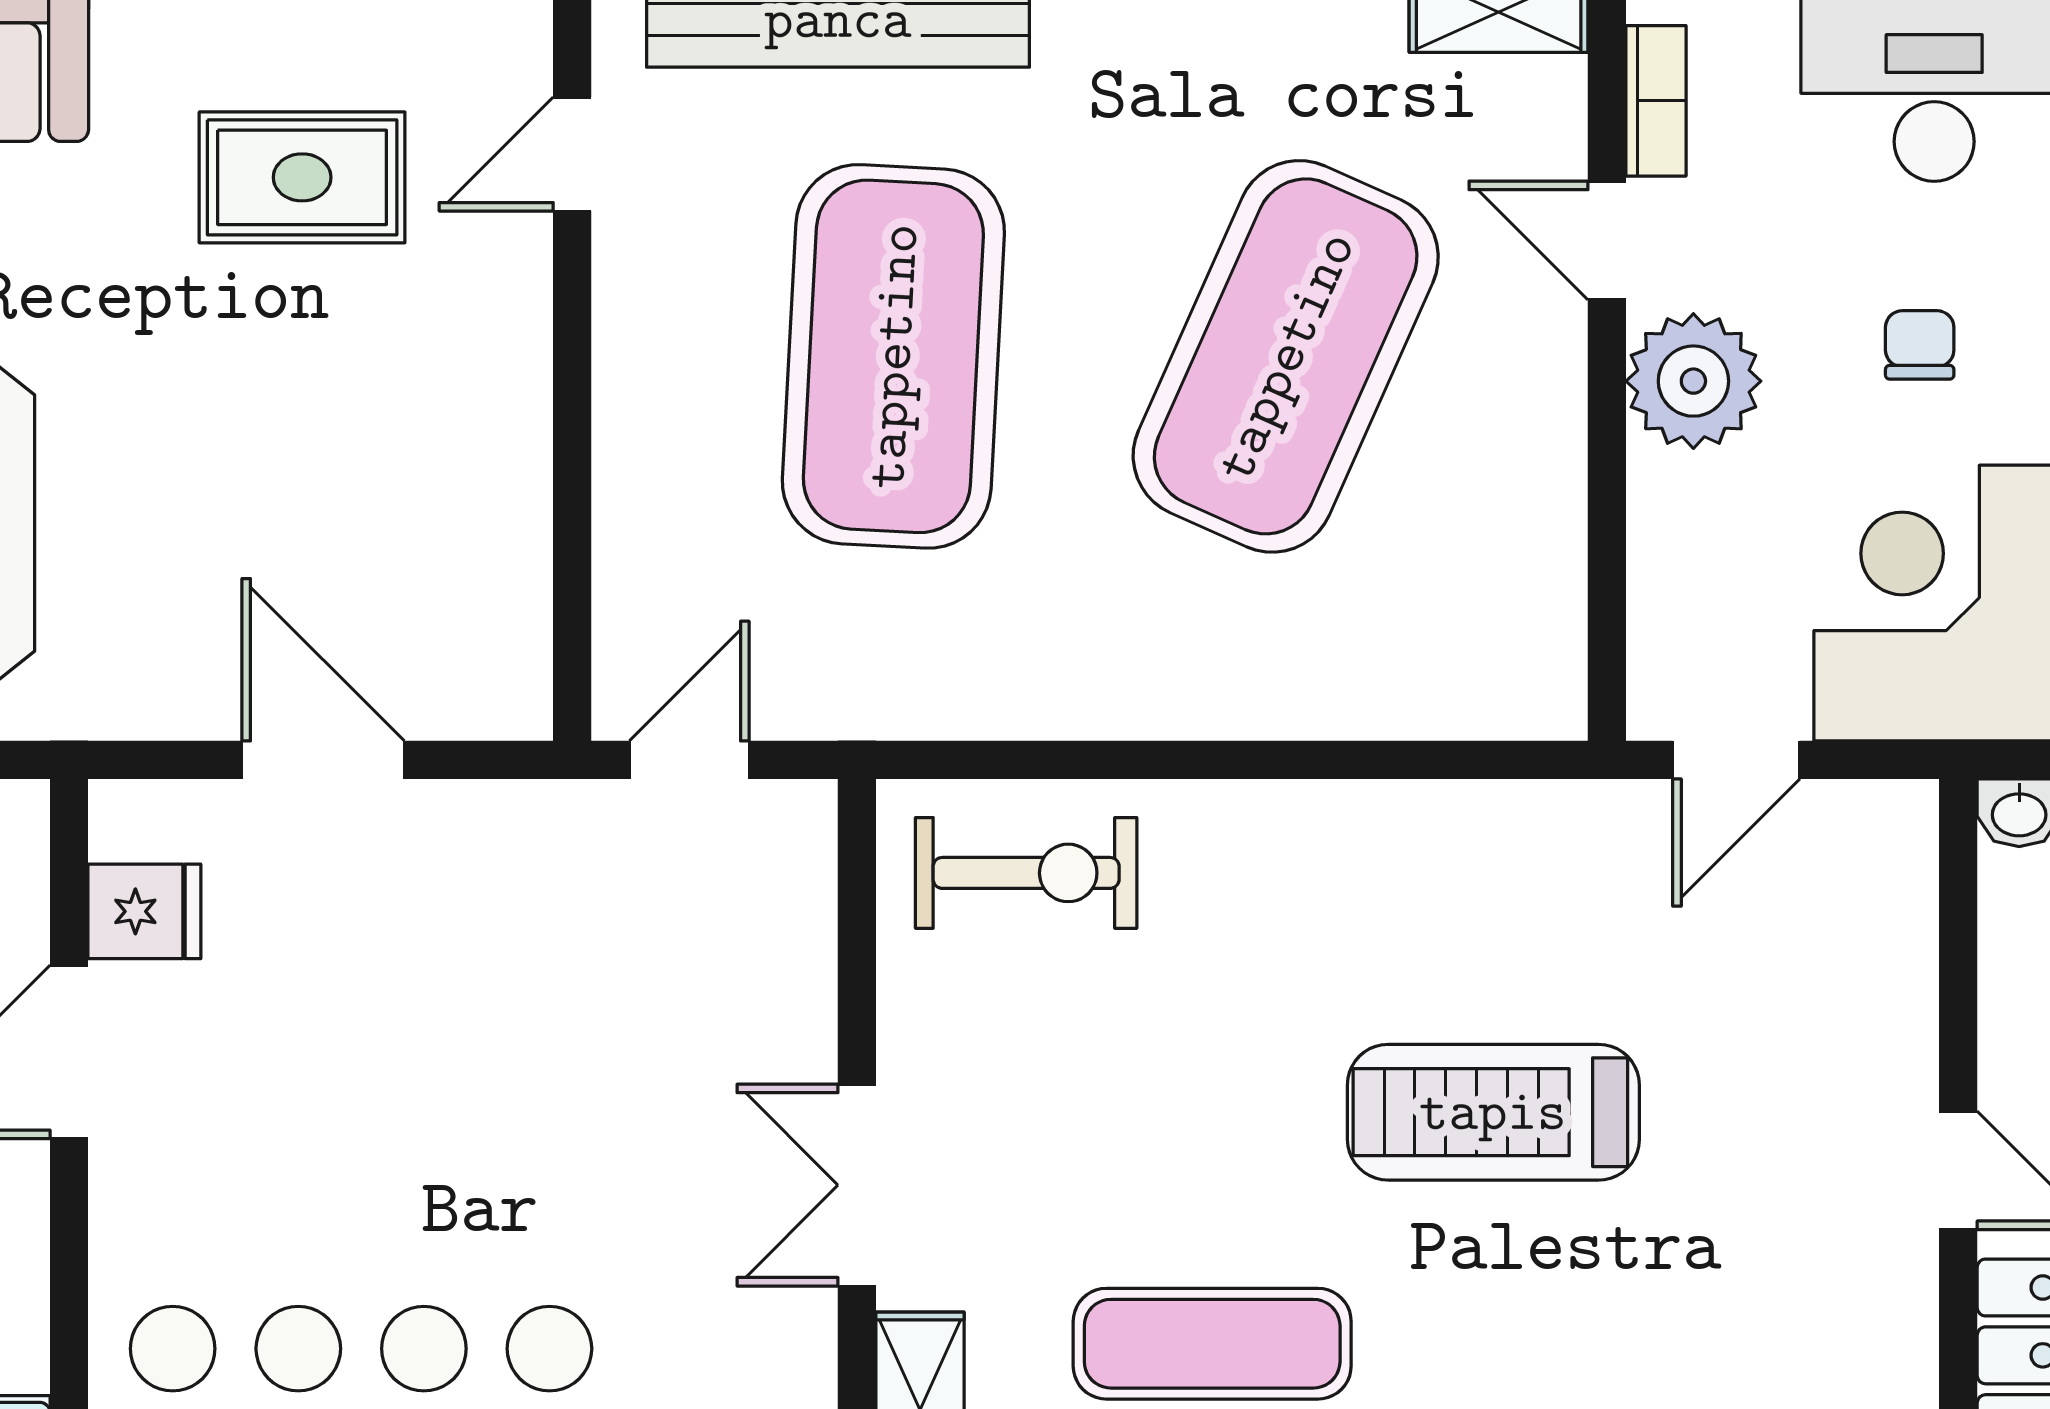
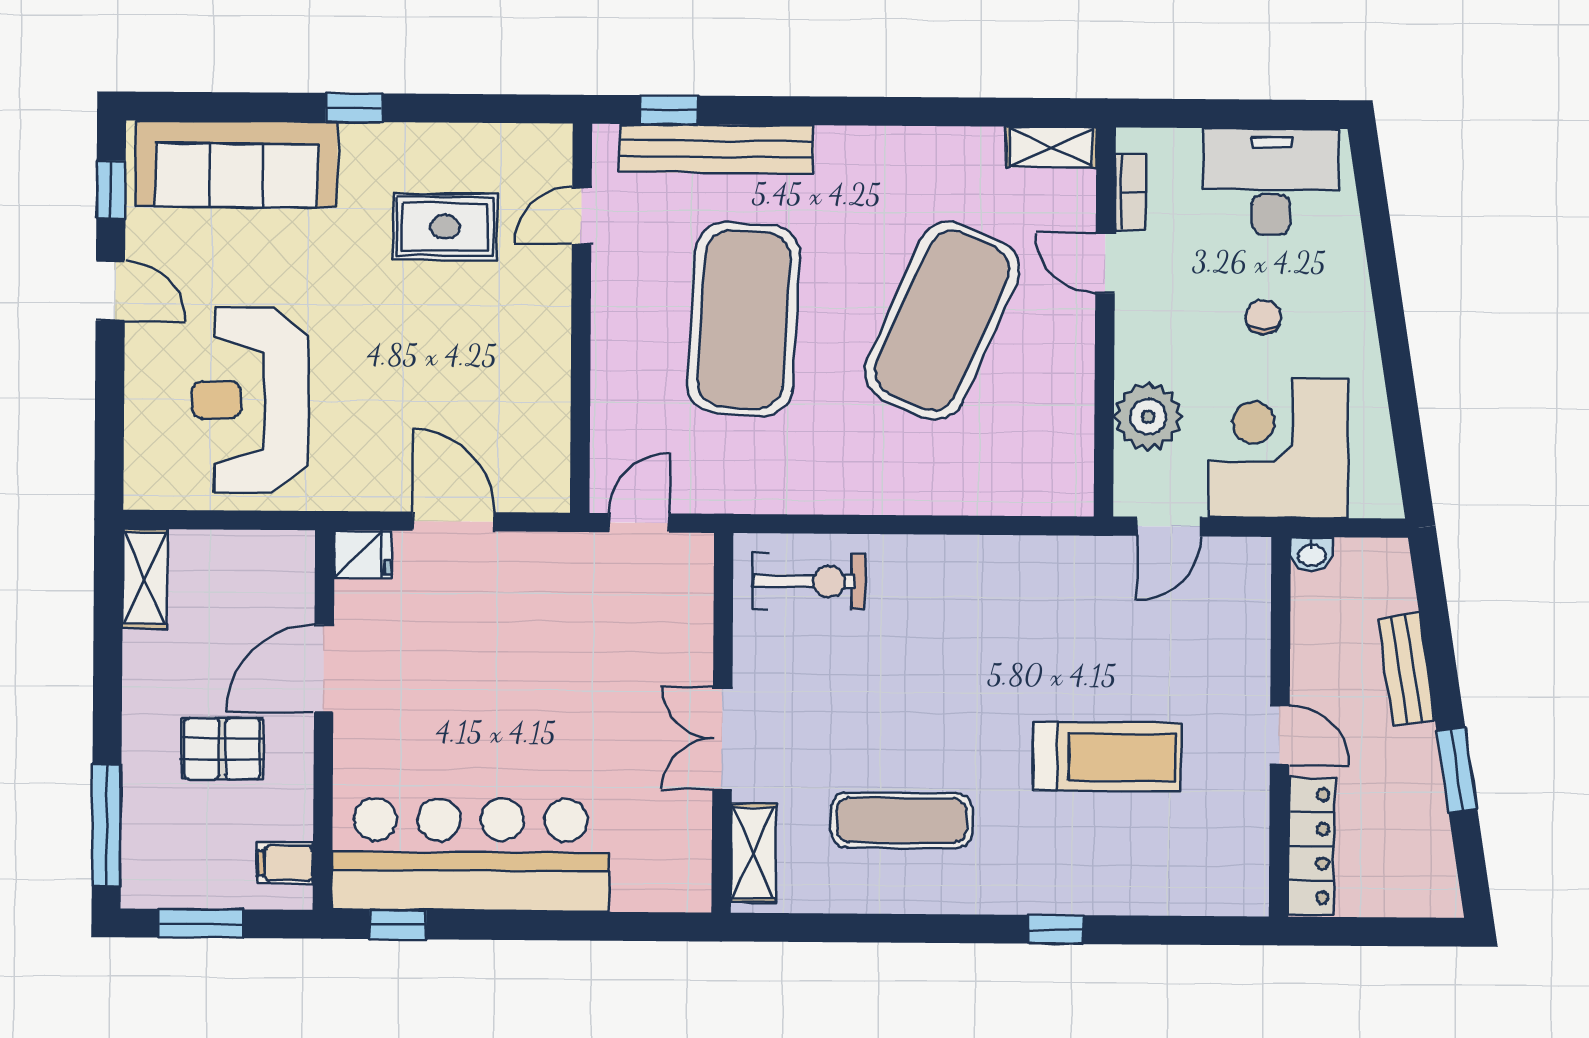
plant: (1693, 381) -> (1148, 417), moved
fridge: (144, 911) -> (363, 554), moved
treadmill: (1493, 1112) -> (1107, 757), moved, turned 180

